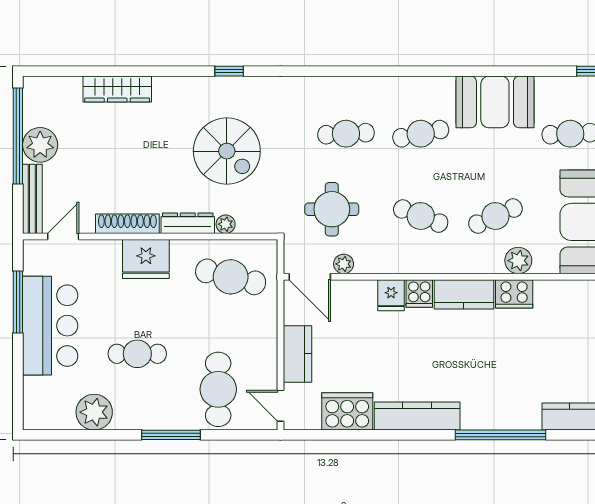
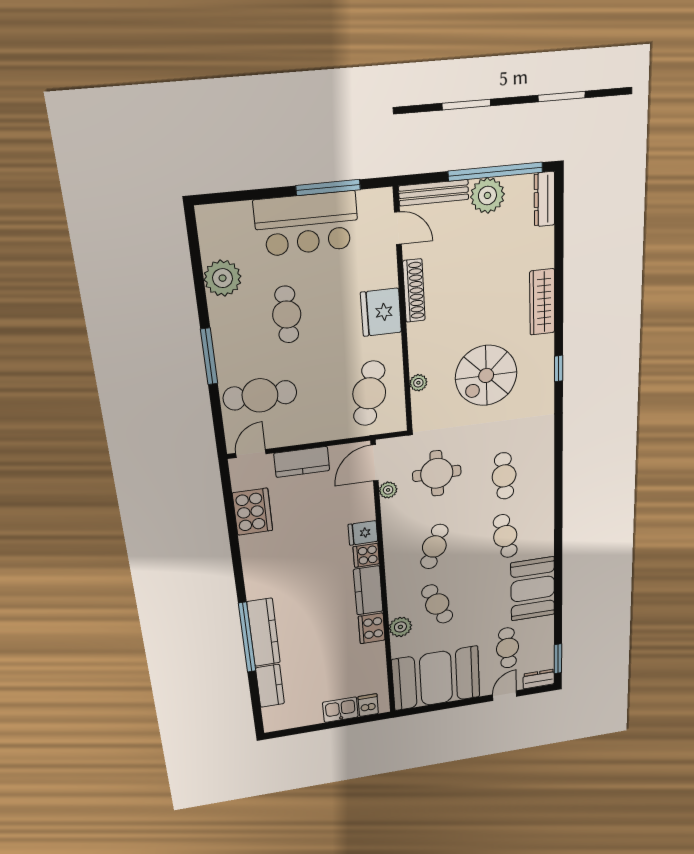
wardrobe: (117, 89) -> (542, 302), moved
dresser: (188, 223) -> (544, 199), moved, turned 180
kitchen counter: (417, 416) -> (264, 632), moved

